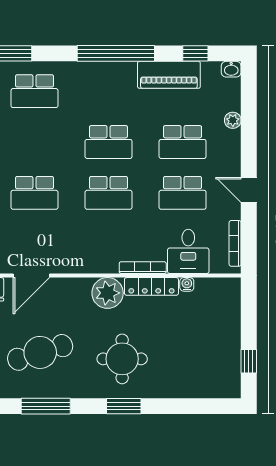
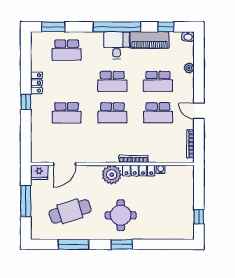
desk: (188, 251) -> (117, 45), moved, turned 180

